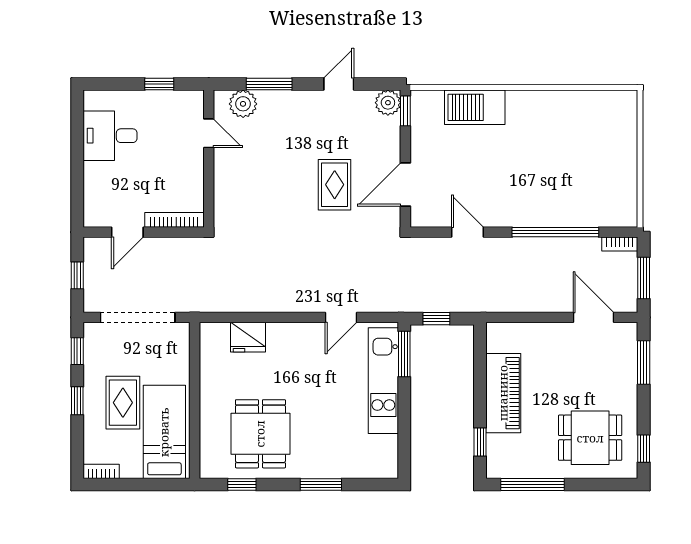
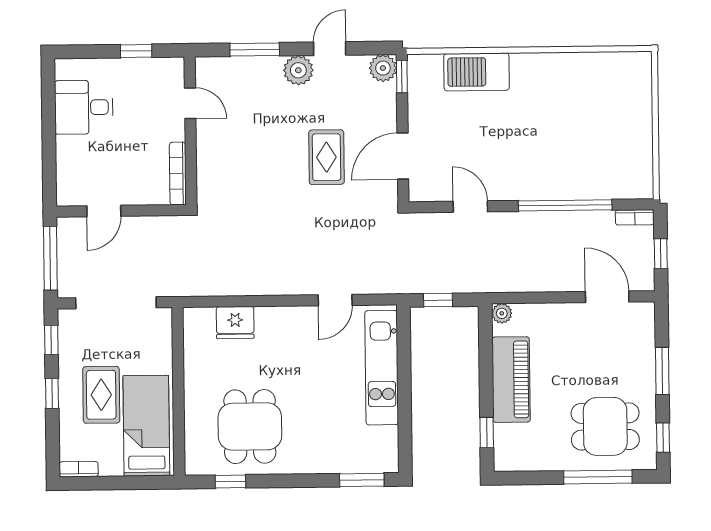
plant: (243, 104) -> (298, 70), moved
bookcase: (174, 220) -> (178, 174), moved, turned -90
window: (77, 275) -> (50, 258), width x2.17
window: (644, 278) -> (661, 254), width x0.67
plant: (495, 332) -> (502, 313), added
window: (404, 354) -> (404, 339), removed
window: (644, 362) -> (662, 371), moved
window: (321, 485) -> (362, 480), moved
window: (532, 485) -> (598, 477), moved

